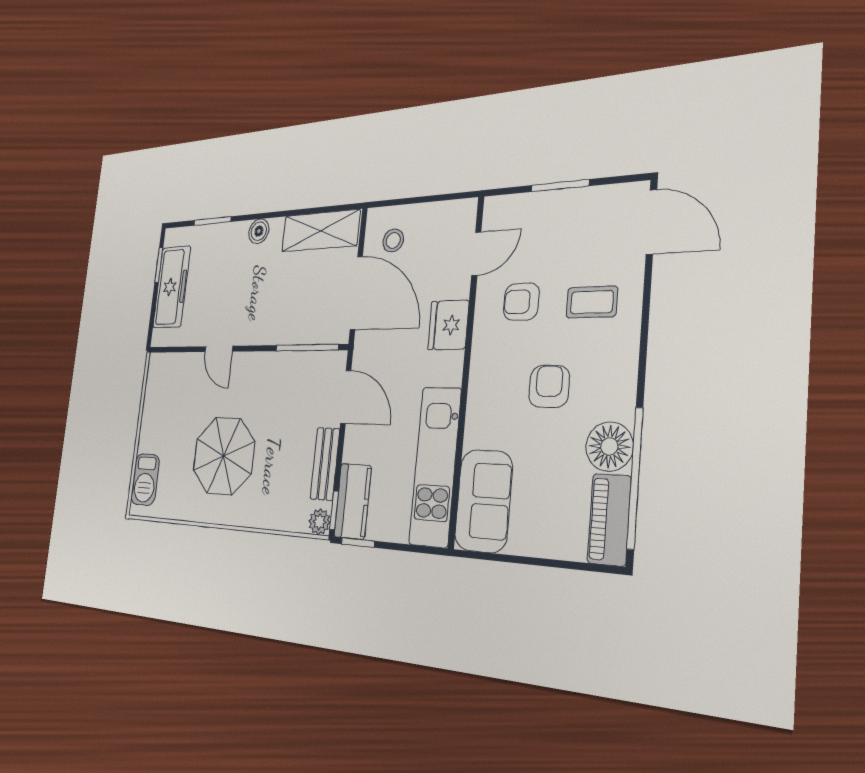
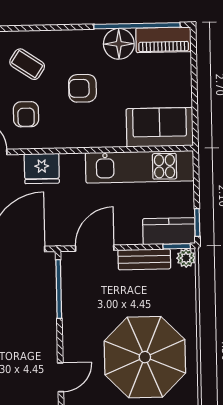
coffee table: (592, 302) -> (27, 64), turned -56
parasol: (224, 456) -> (145, 357), width x1.36, depth x1.36

